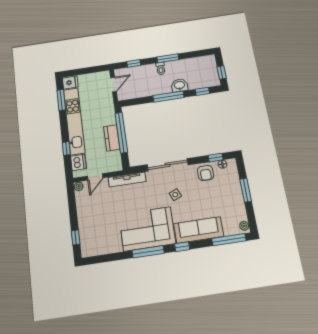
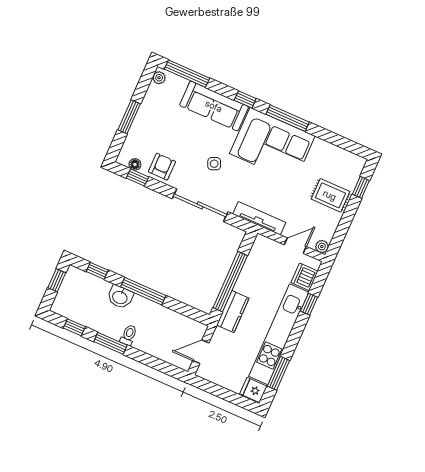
window: (134, 63) -> (74, 327), moved
kitchen counter: (112, 138) -> (233, 312), moved
rug: (92, 221) -> (330, 195), added

